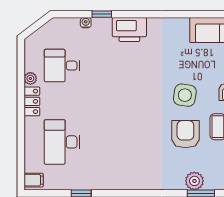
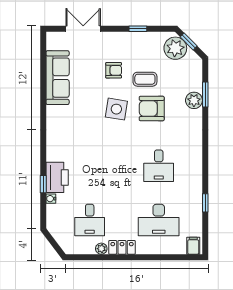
printer: (129, 29) -> (57, 177), moved
desk: (122, 142) -> (159, 166), added

